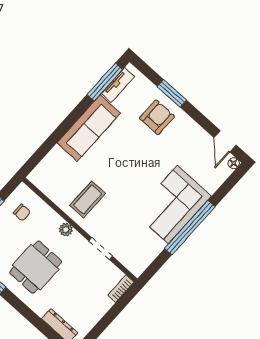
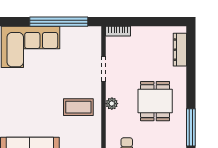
window: (190, 228) -> (59, 22), moved
dining table: (36, 267) -> (155, 101), turned 90

